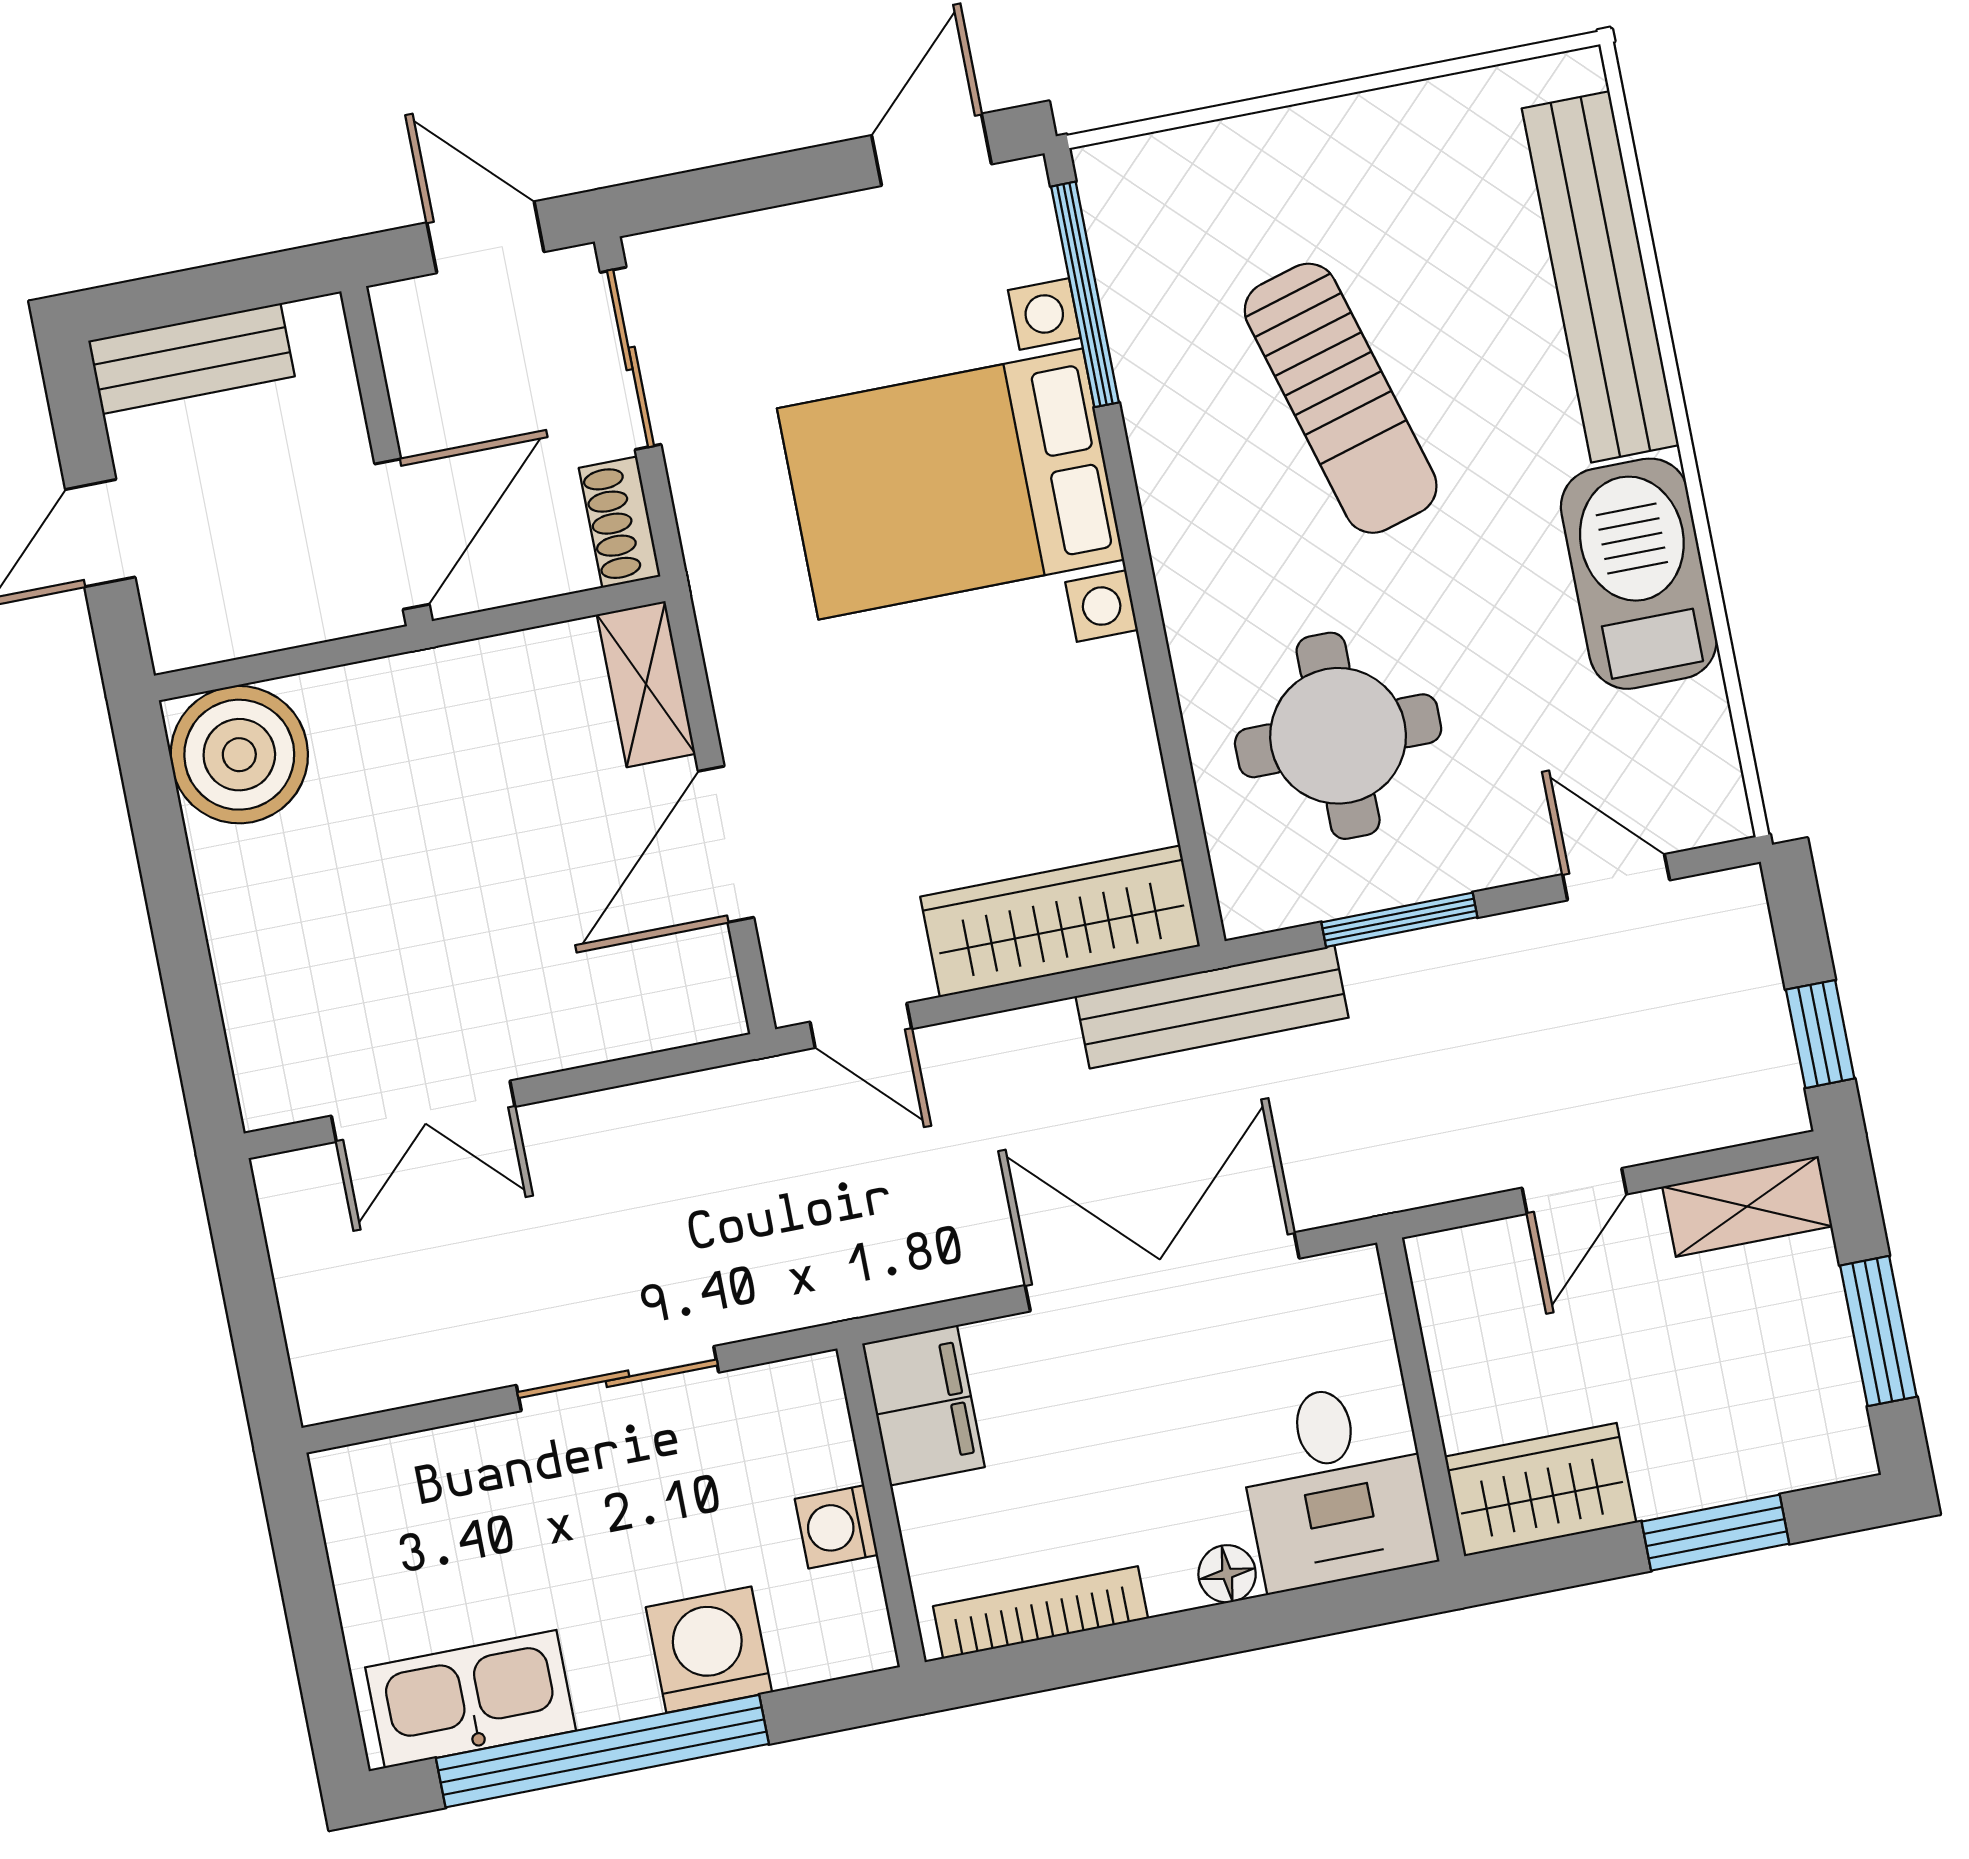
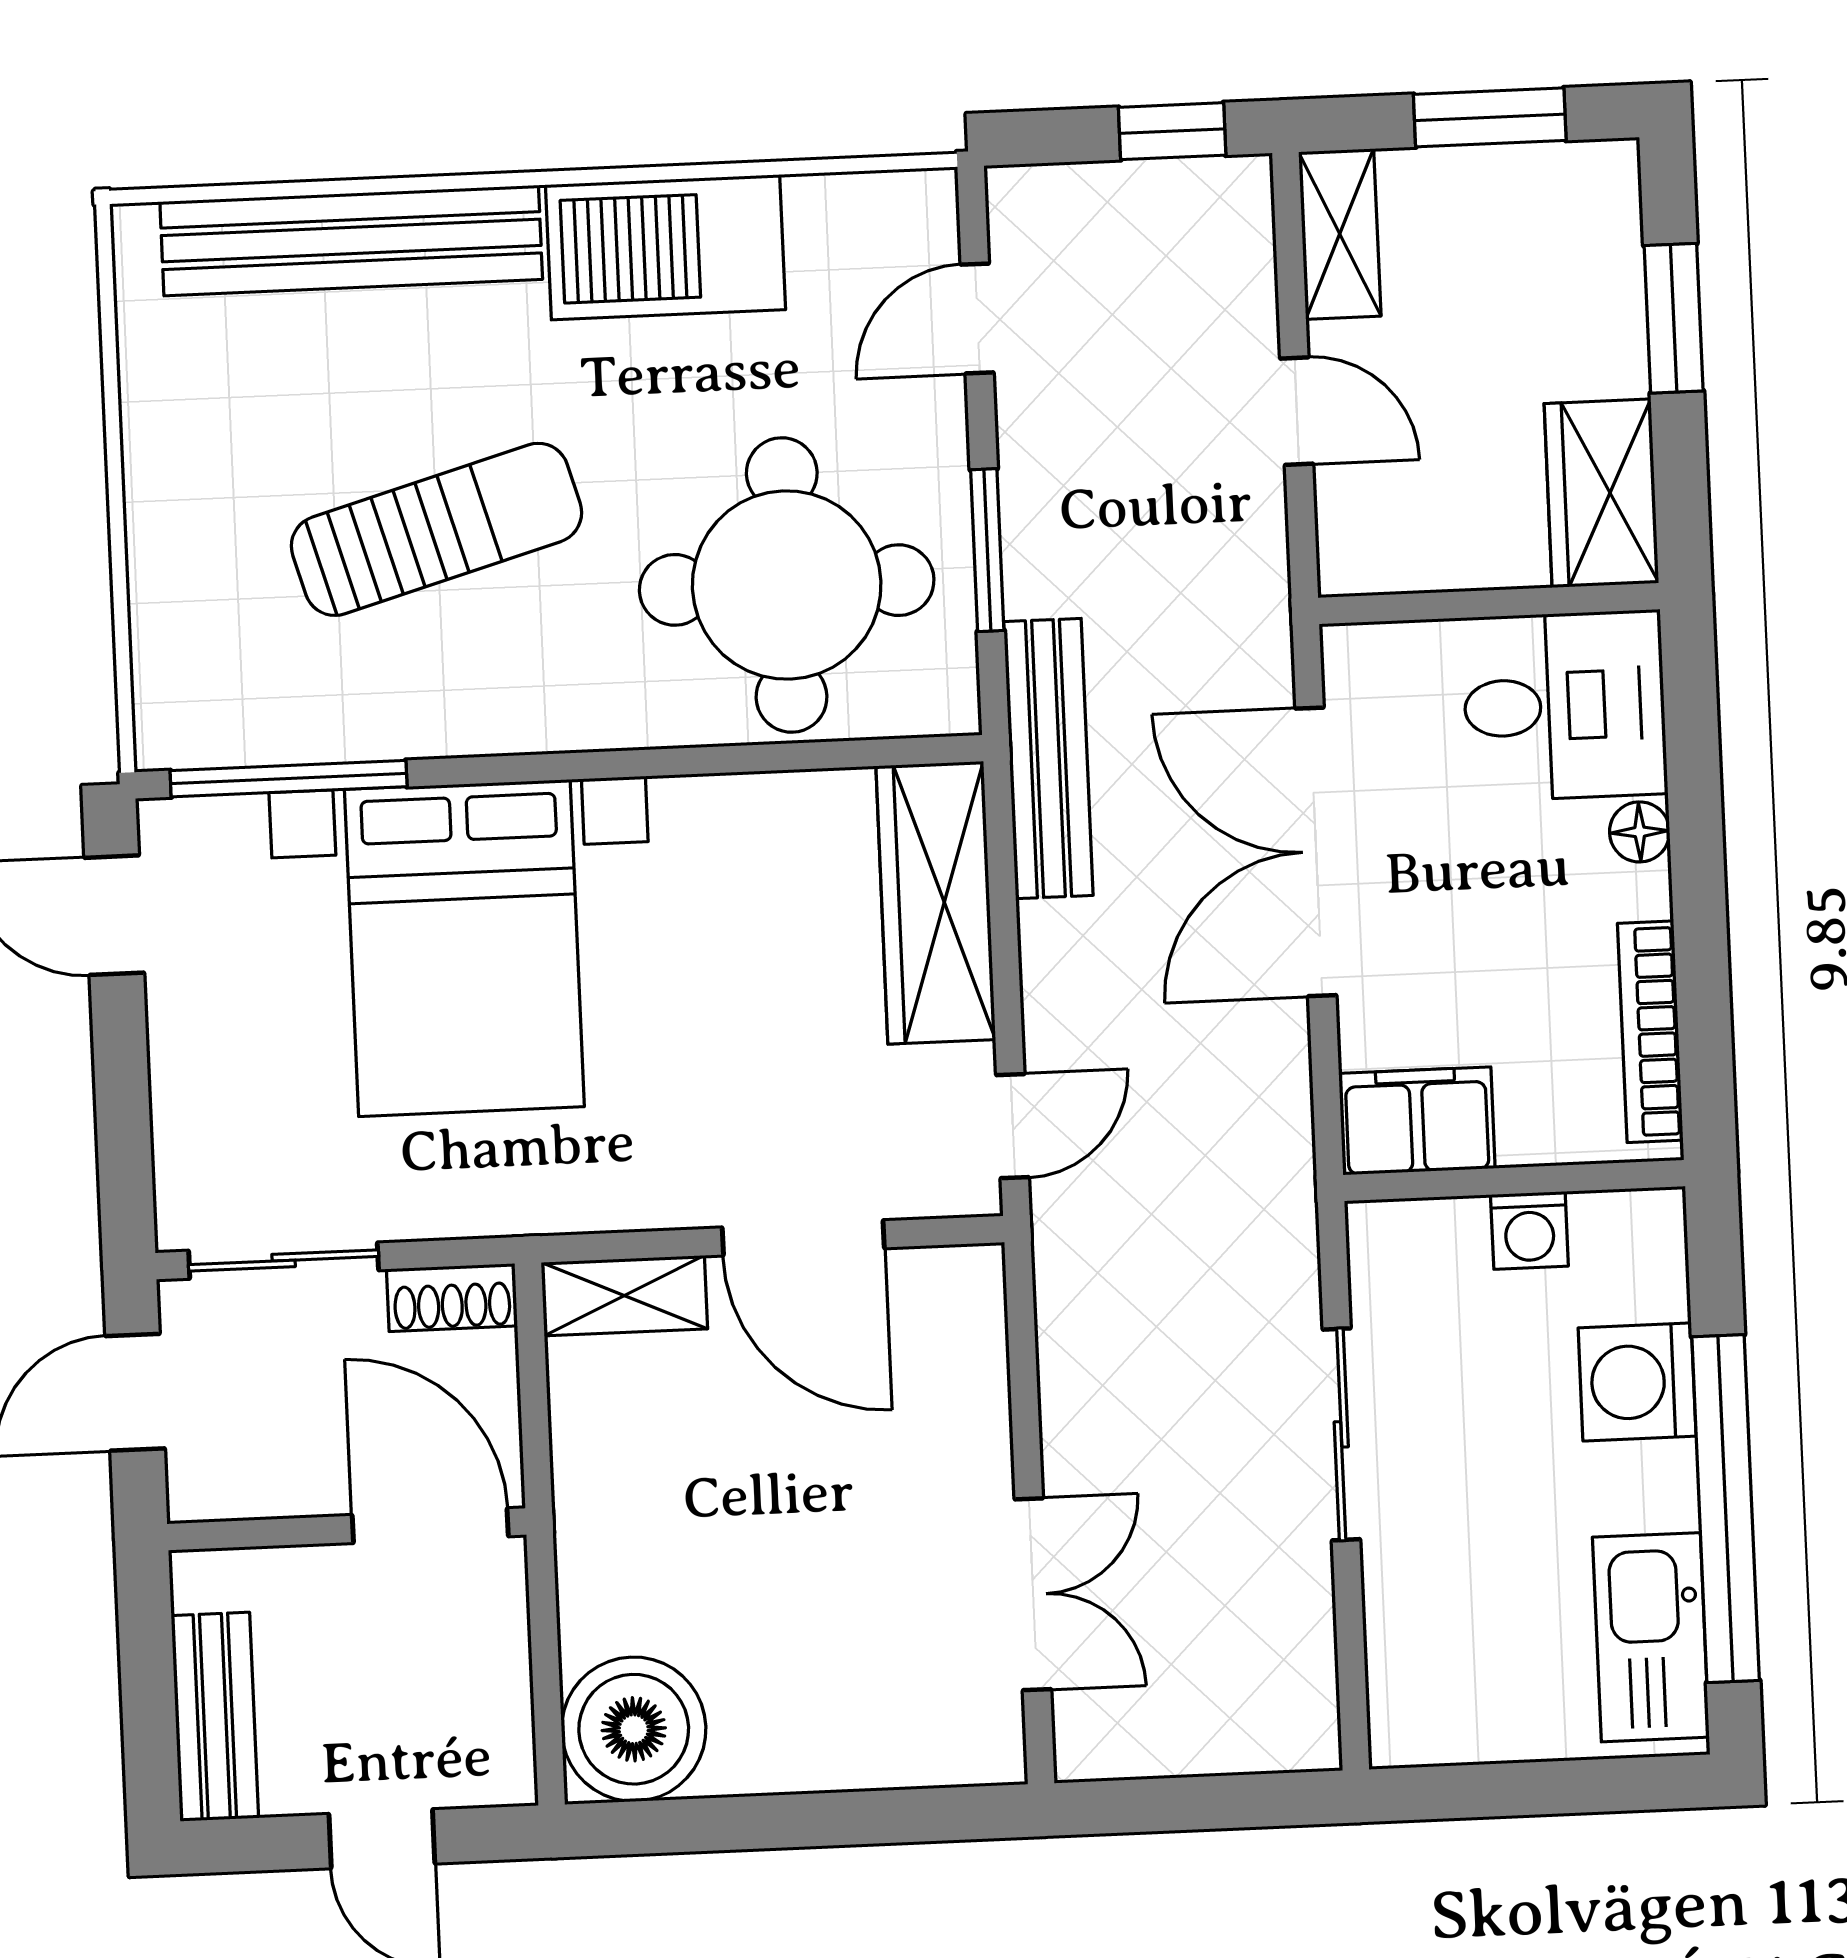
round table: (1338, 736) -> (787, 585), width x1.36, depth x1.36

